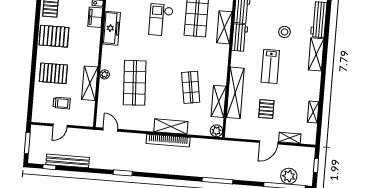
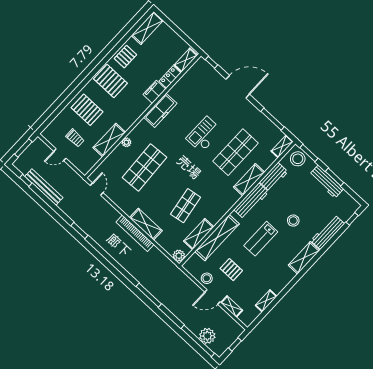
workbench: (240, 38) -> (251, 201), width x1.37
pallet: (266, 109) -> (231, 270), turned 90
stool: (252, 131) -> (207, 278), added

